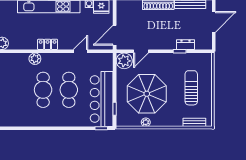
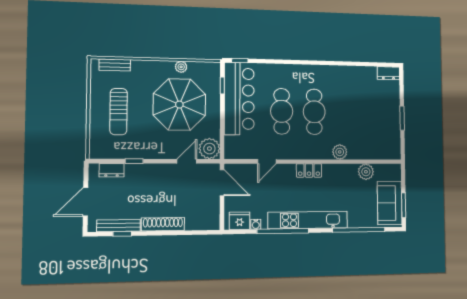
door: (115, 35) -> (222, 183), hinge flipped
dresser: (186, 45) -> (112, 170), moved
plant: (35, 59) -> (340, 152), moved

